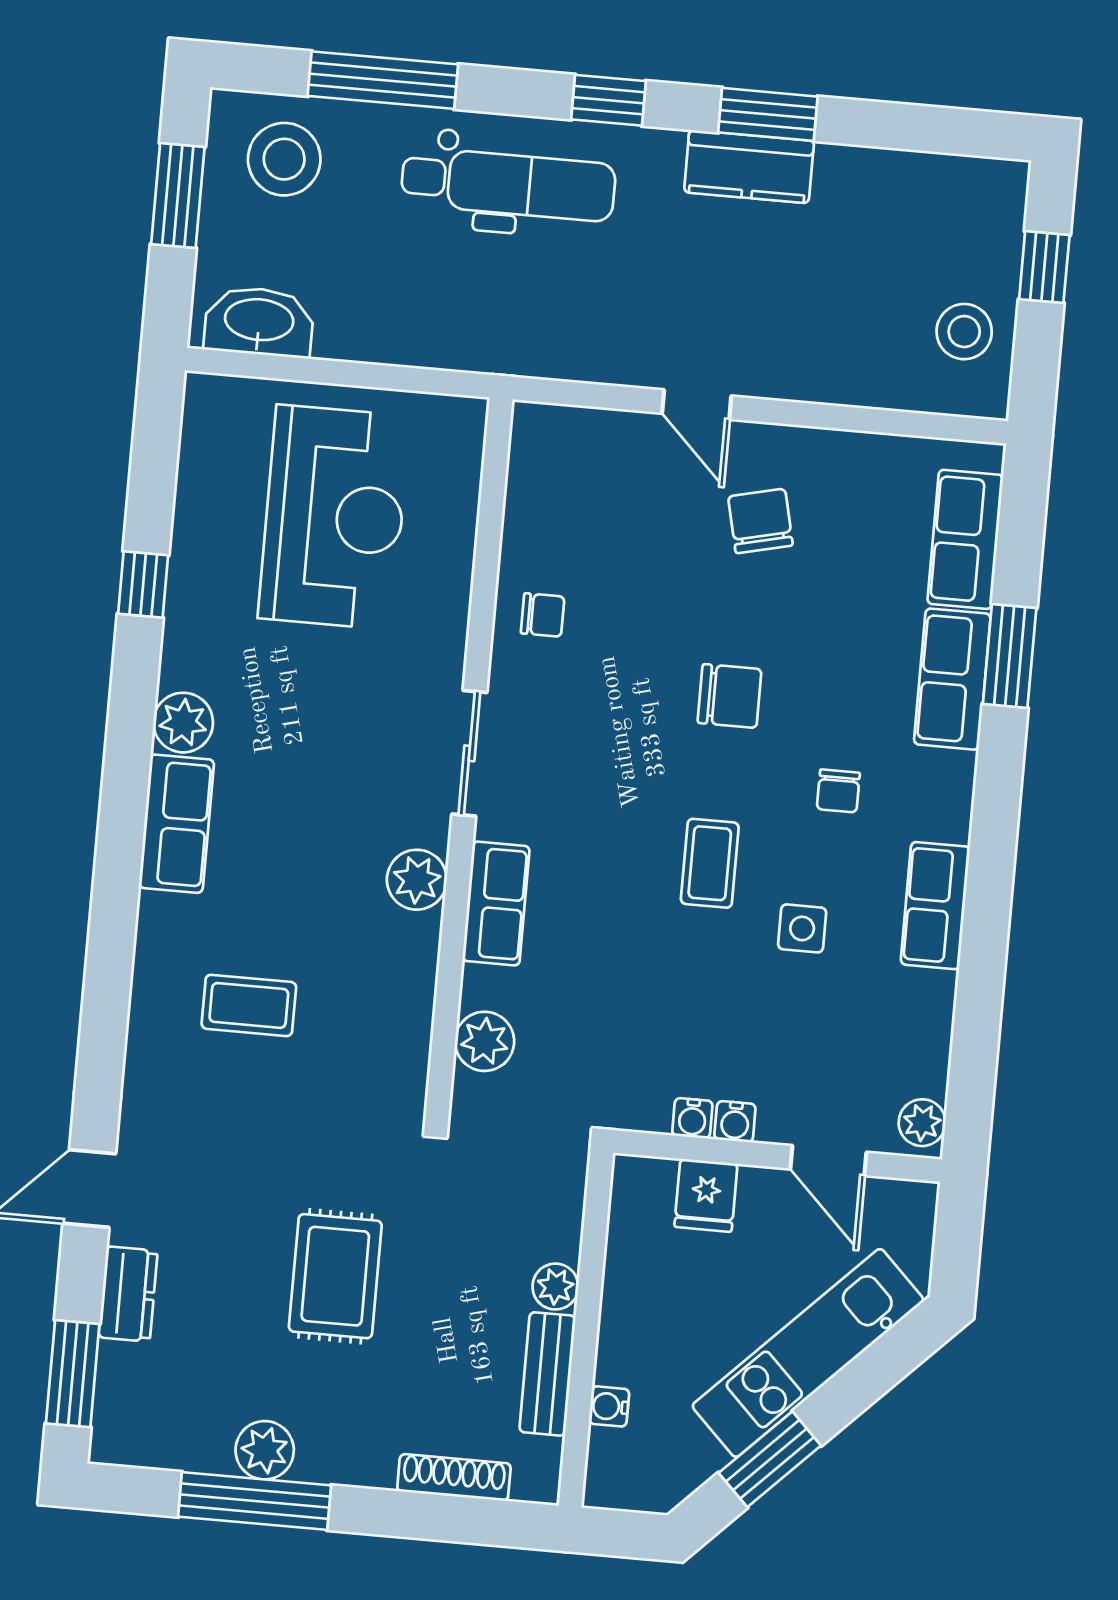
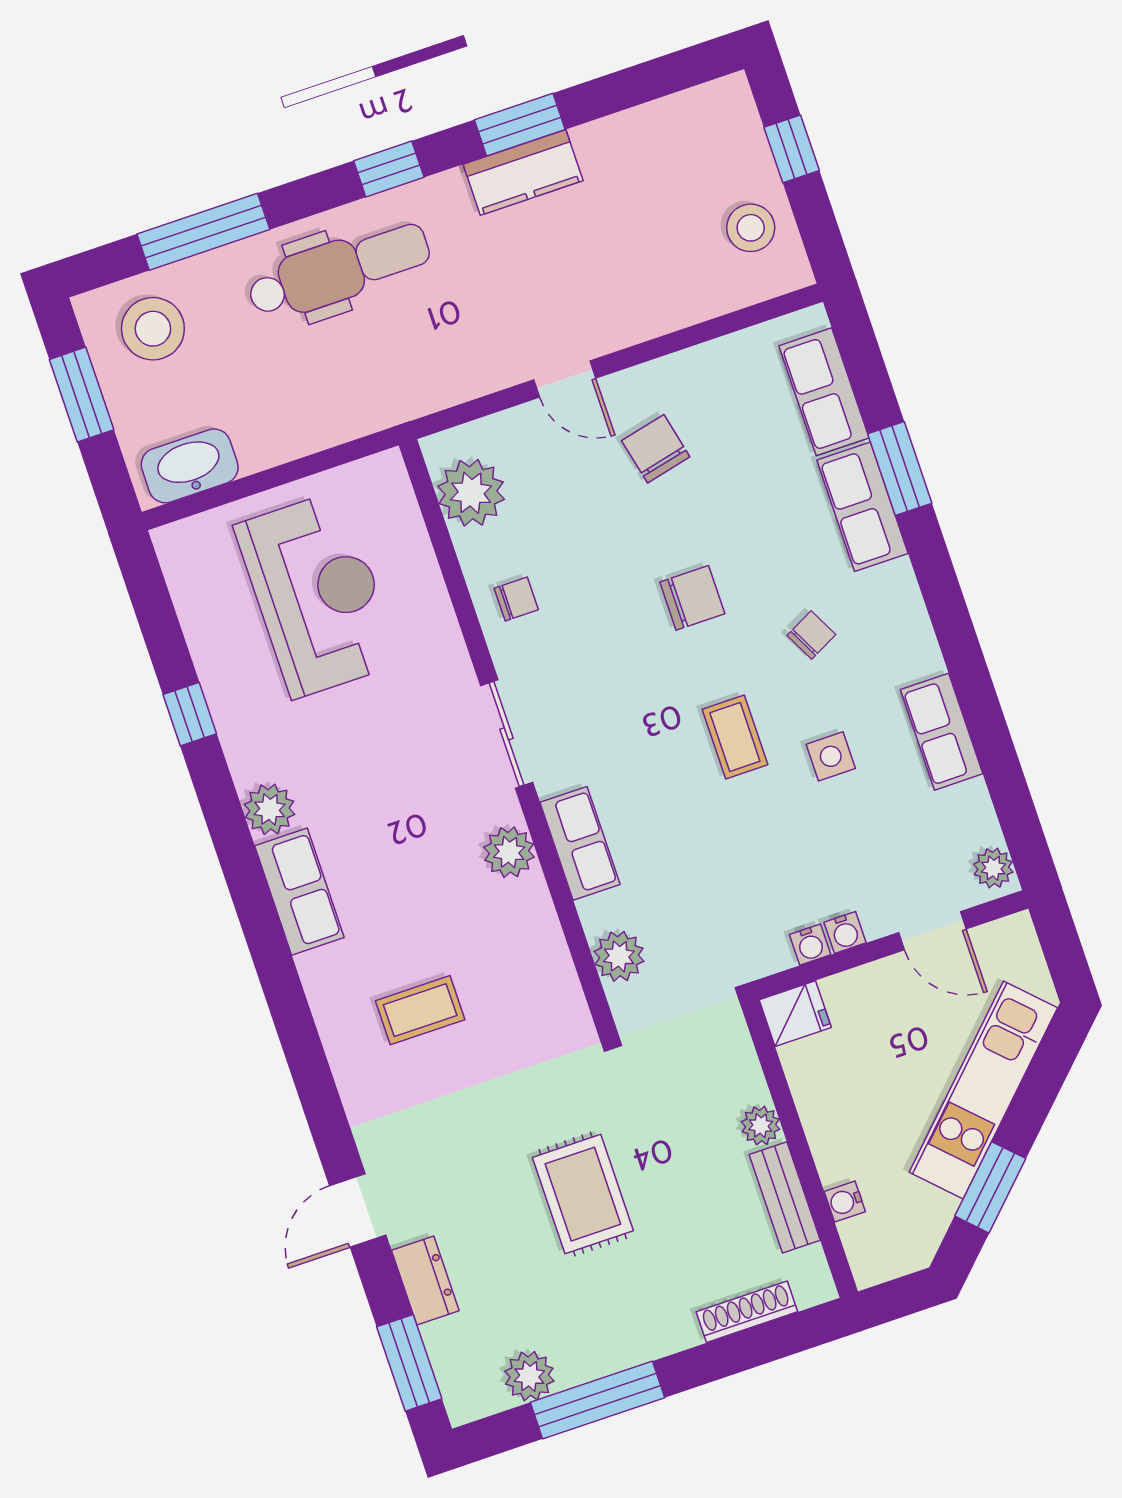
plant: (544, 481) -> (471, 493), added
chair: (838, 791) -> (811, 635), turned -117
row of seats: (935, 906) -> (942, 732), moved
fridge: (706, 1195) -> (795, 1014), moved, turned -90
plant: (265, 1450) -> (529, 1376), moved

